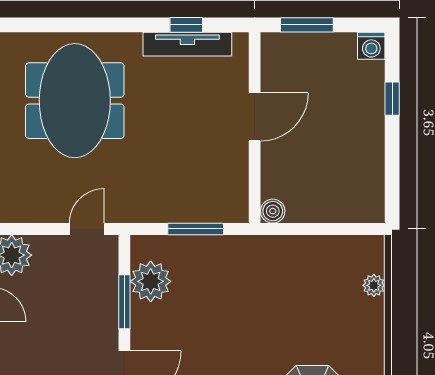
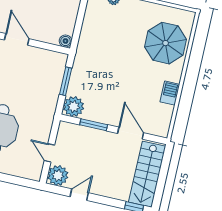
door: (87, 229) -> (49, 153), moved
plant: (151, 281) -> (74, 107), moved

